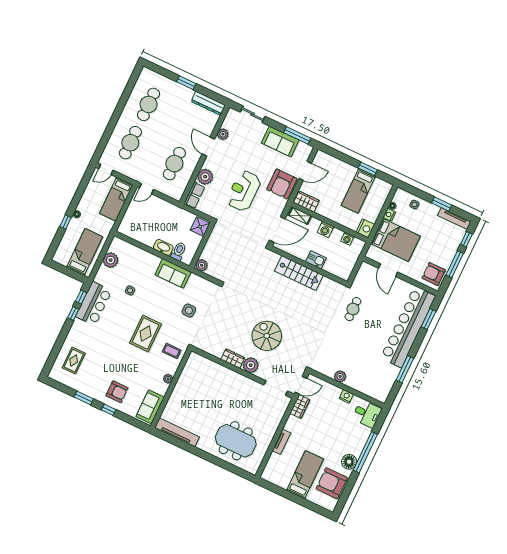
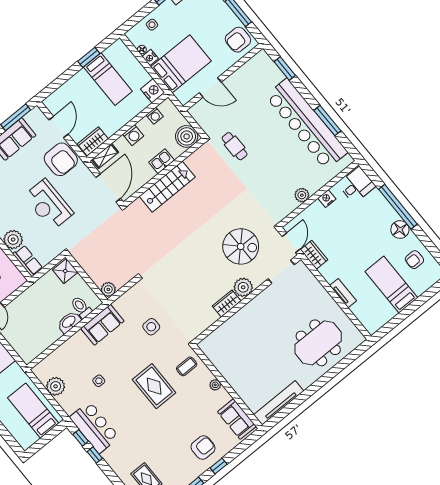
boiler: (343, 270) -> (187, 136), added
bar counter: (408, 327) -> (307, 124), moved
spiral stairs: (267, 336) -> (241, 246), moved, turned 180
armchair: (332, 483) -> (414, 260), width x0.53, depth x0.53

